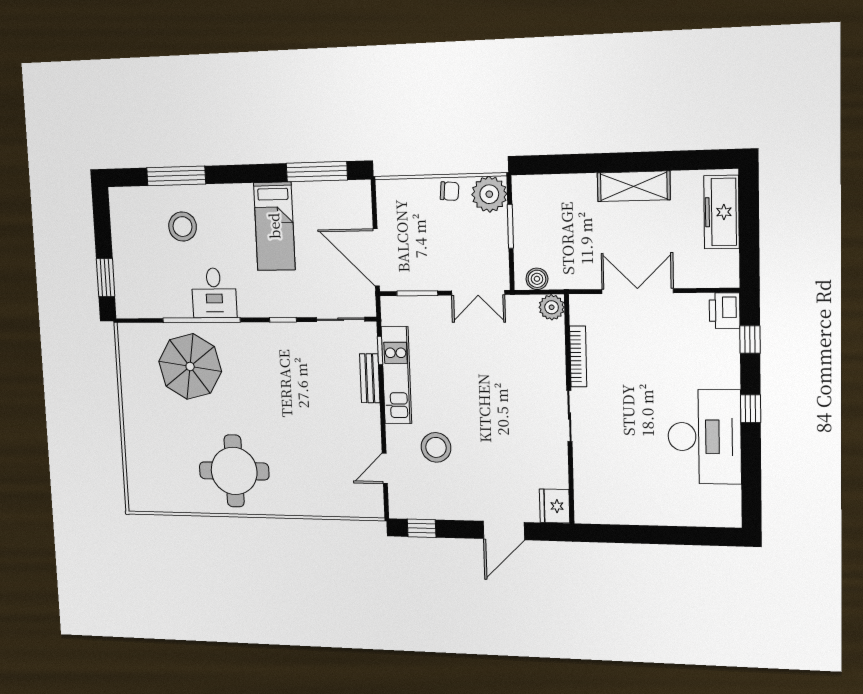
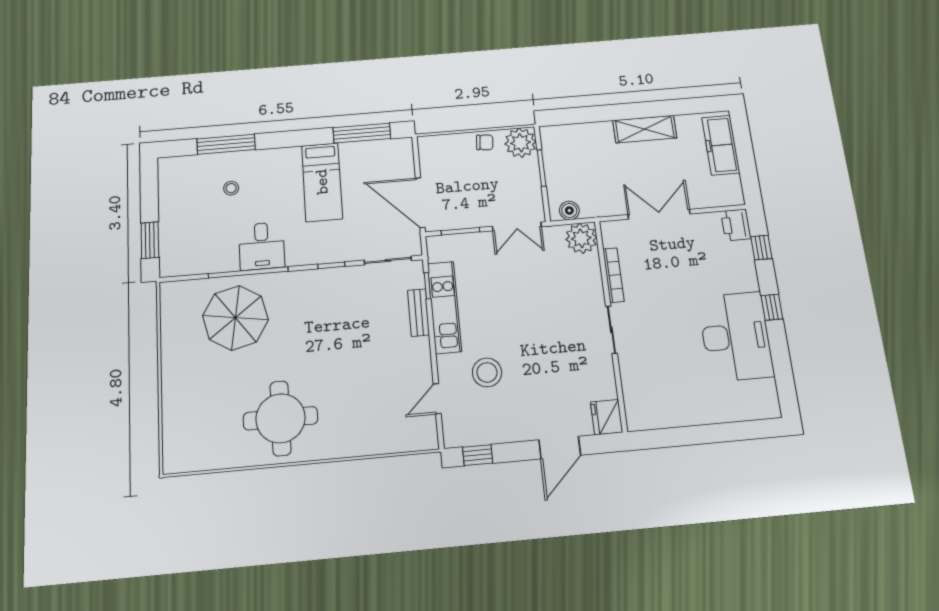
stool: (183, 227) -> (231, 188), width x0.53, depth x0.53
plant: (552, 307) -> (581, 238), width x1.36, depth x1.36

